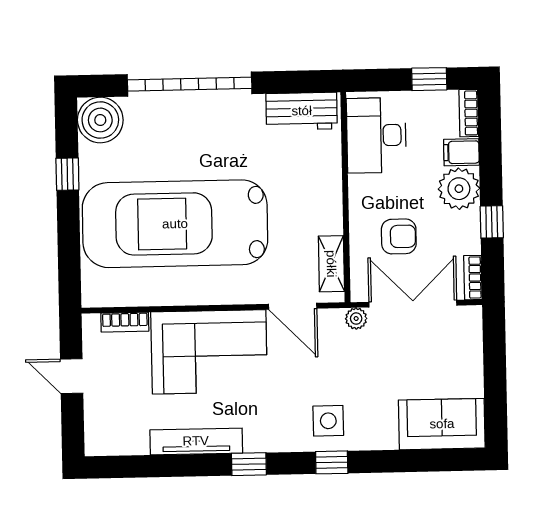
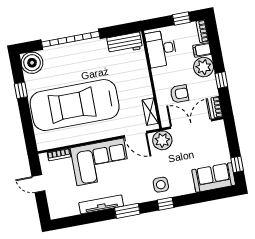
plant: (356, 319) -> (162, 140), width x1.88, depth x1.88
window: (496, 405) -> (237, 164), added
window: (249, 464) -> (127, 211), width x1.50

